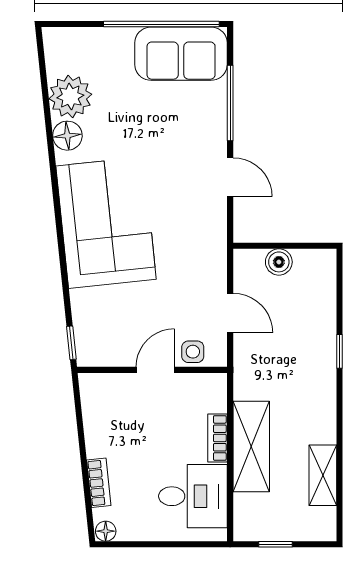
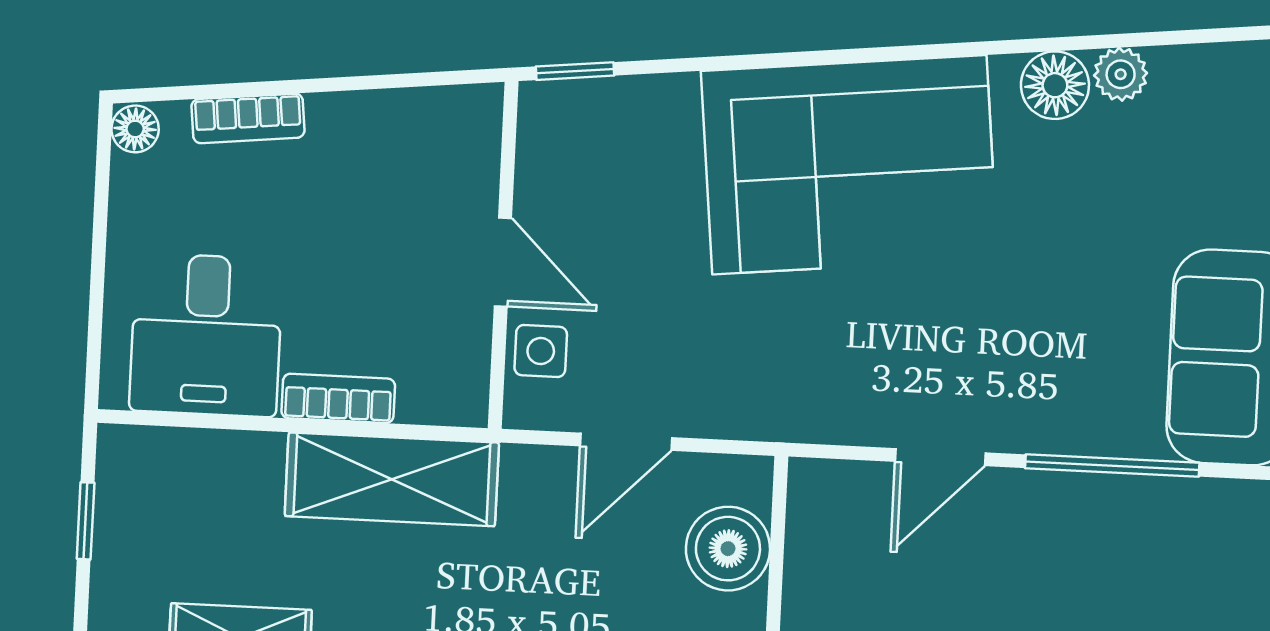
plant: (70, 97) -> (1121, 74), width x0.53, depth x0.53
boiler: (279, 262) -> (728, 549), width x1.36, depth x1.36
shelving: (251, 446) -> (392, 479), moved

